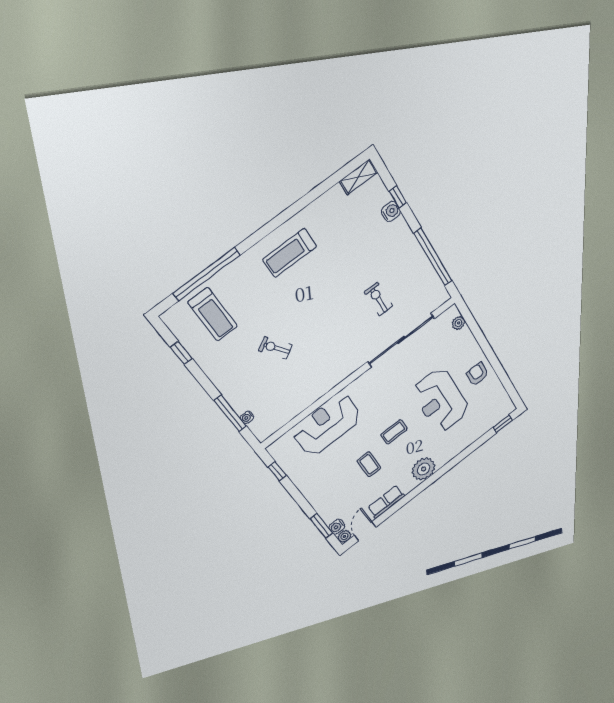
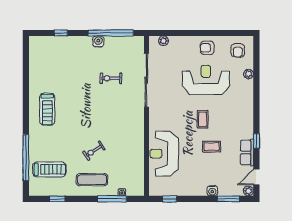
shelving: (358, 177) -> (34, 48), removed
water cooler: (391, 211) -> (98, 42), moved
exercise mat: (237, 373) -> (92, 180), added
reception desk: (441, 401) -> (206, 80), turned 180
armchair: (493, 406) -> (238, 50), added
window: (503, 424) -> (256, 141), moved
plant: (424, 469) -> (249, 74), moved, width x0.53, depth x0.53
water cooler: (337, 527) -> (212, 191), moved
door: (365, 531) -> (256, 177), hinge flipped

